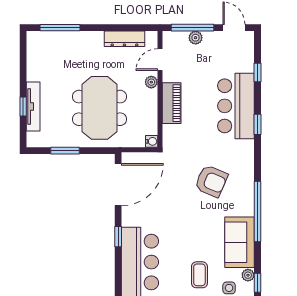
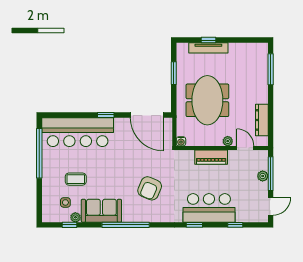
meeting table: (99, 108) -> (207, 100), turned 90

